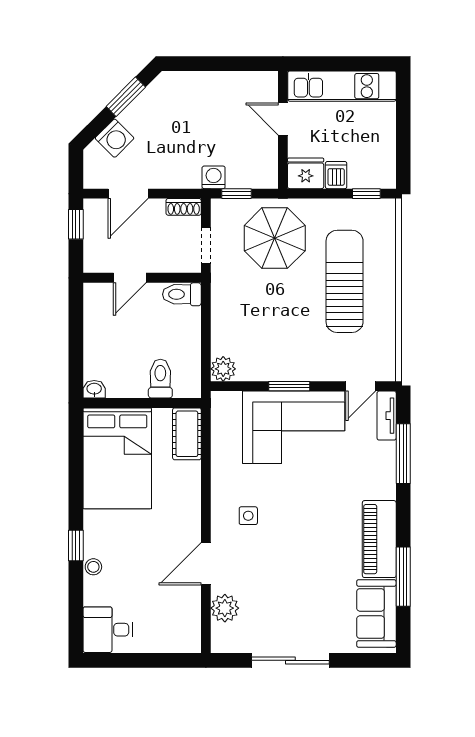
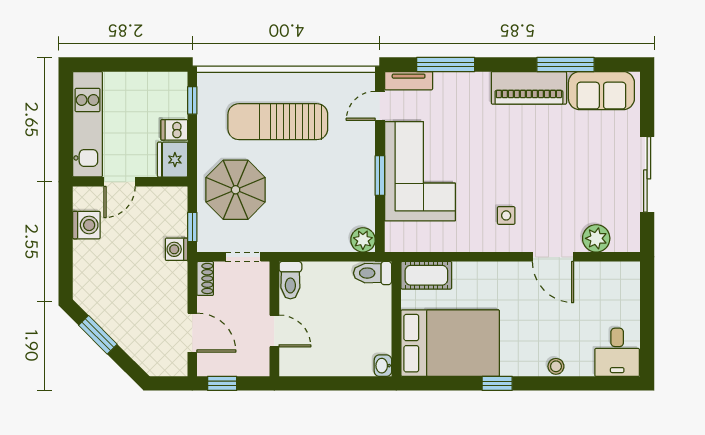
washing machine: (115, 138) -> (86, 225), moved, turned 45
toilet: (160, 379) -> (373, 273), moved
door: (361, 386) -> (380, 106), swing flipped
window: (76, 546) -> (497, 383), moved

